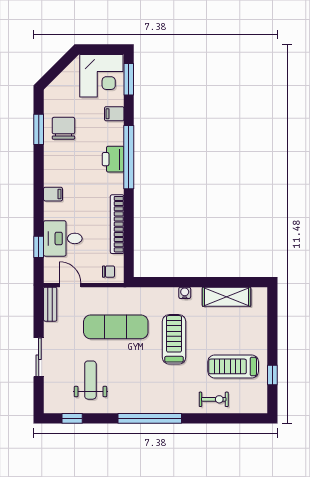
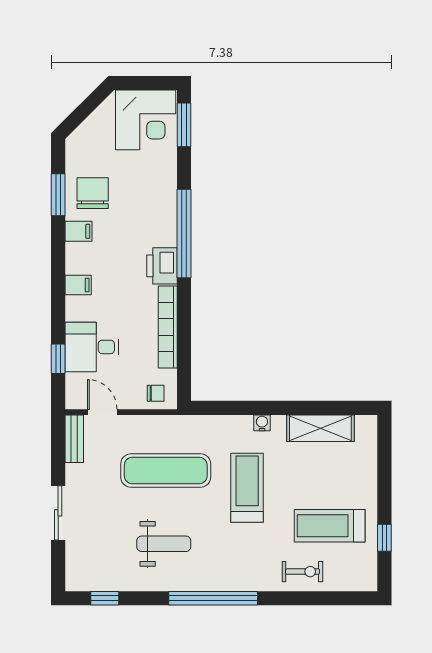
filing cabinet: (114, 114) -> (78, 231), moved, turned 180
printer: (113, 159) -> (162, 266), moved
weight bench: (90, 380) -> (164, 544), moved, turned 90

